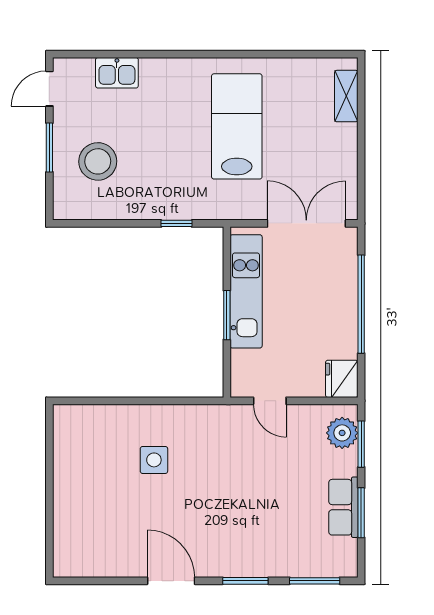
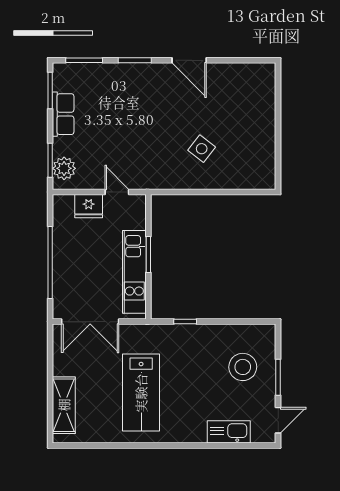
kitchen sink: (117, 73) -> (229, 432), width x1.38
shelving: (346, 96) -> (64, 405), width x1.50, depth x1.33
fridge: (342, 379) -> (89, 206), moved, turned 90
side table: (154, 460) -> (202, 149), turned 38
window: (361, 513) -> (50, 91), moved

